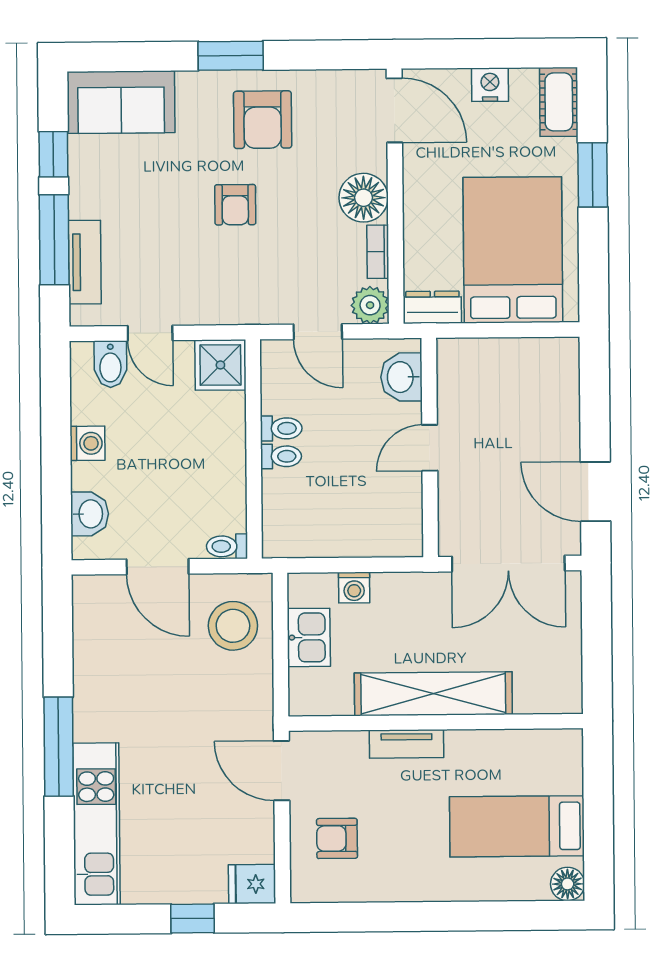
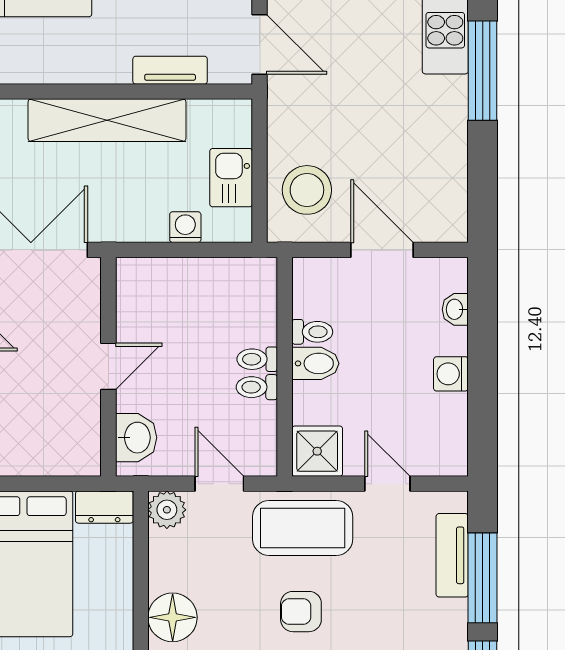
armchair: (235, 205) -> (301, 612), turned -90
bookcase: (378, 252) -> (159, 563), removed
coffee table: (234, 288) -> (303, 528), added
bidet: (110, 364) -> (315, 363), moved, turned 90
washbasin: (90, 514) -> (455, 309), width x0.72, depth x0.69
toilet: (227, 546) -> (312, 332), moved
tv unit: (406, 744) -> (170, 70), moved

